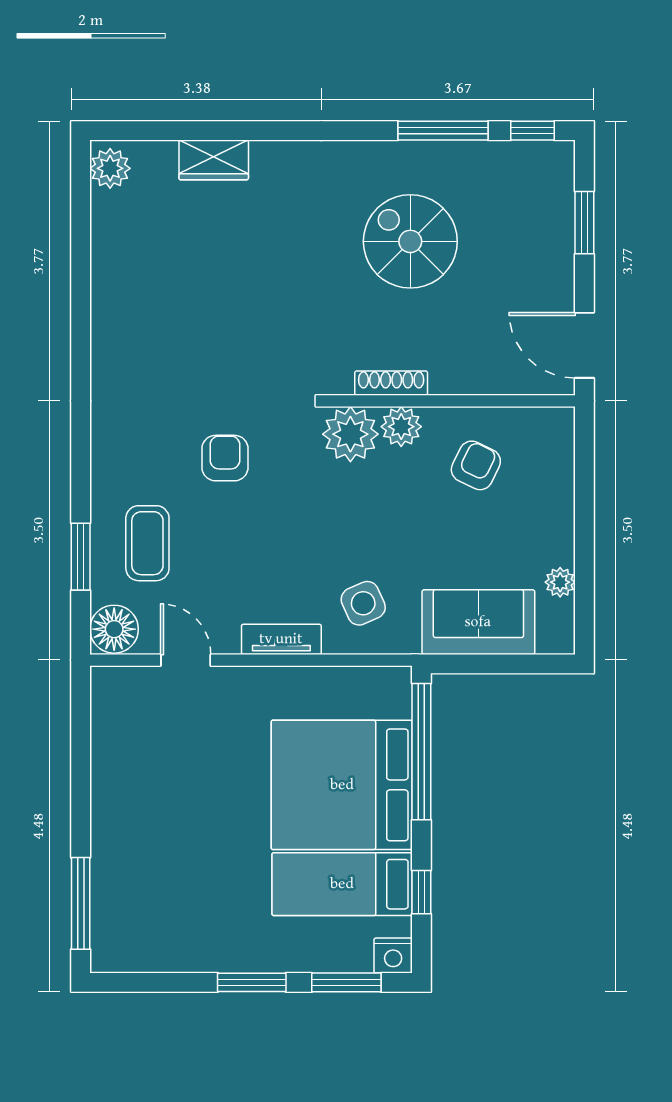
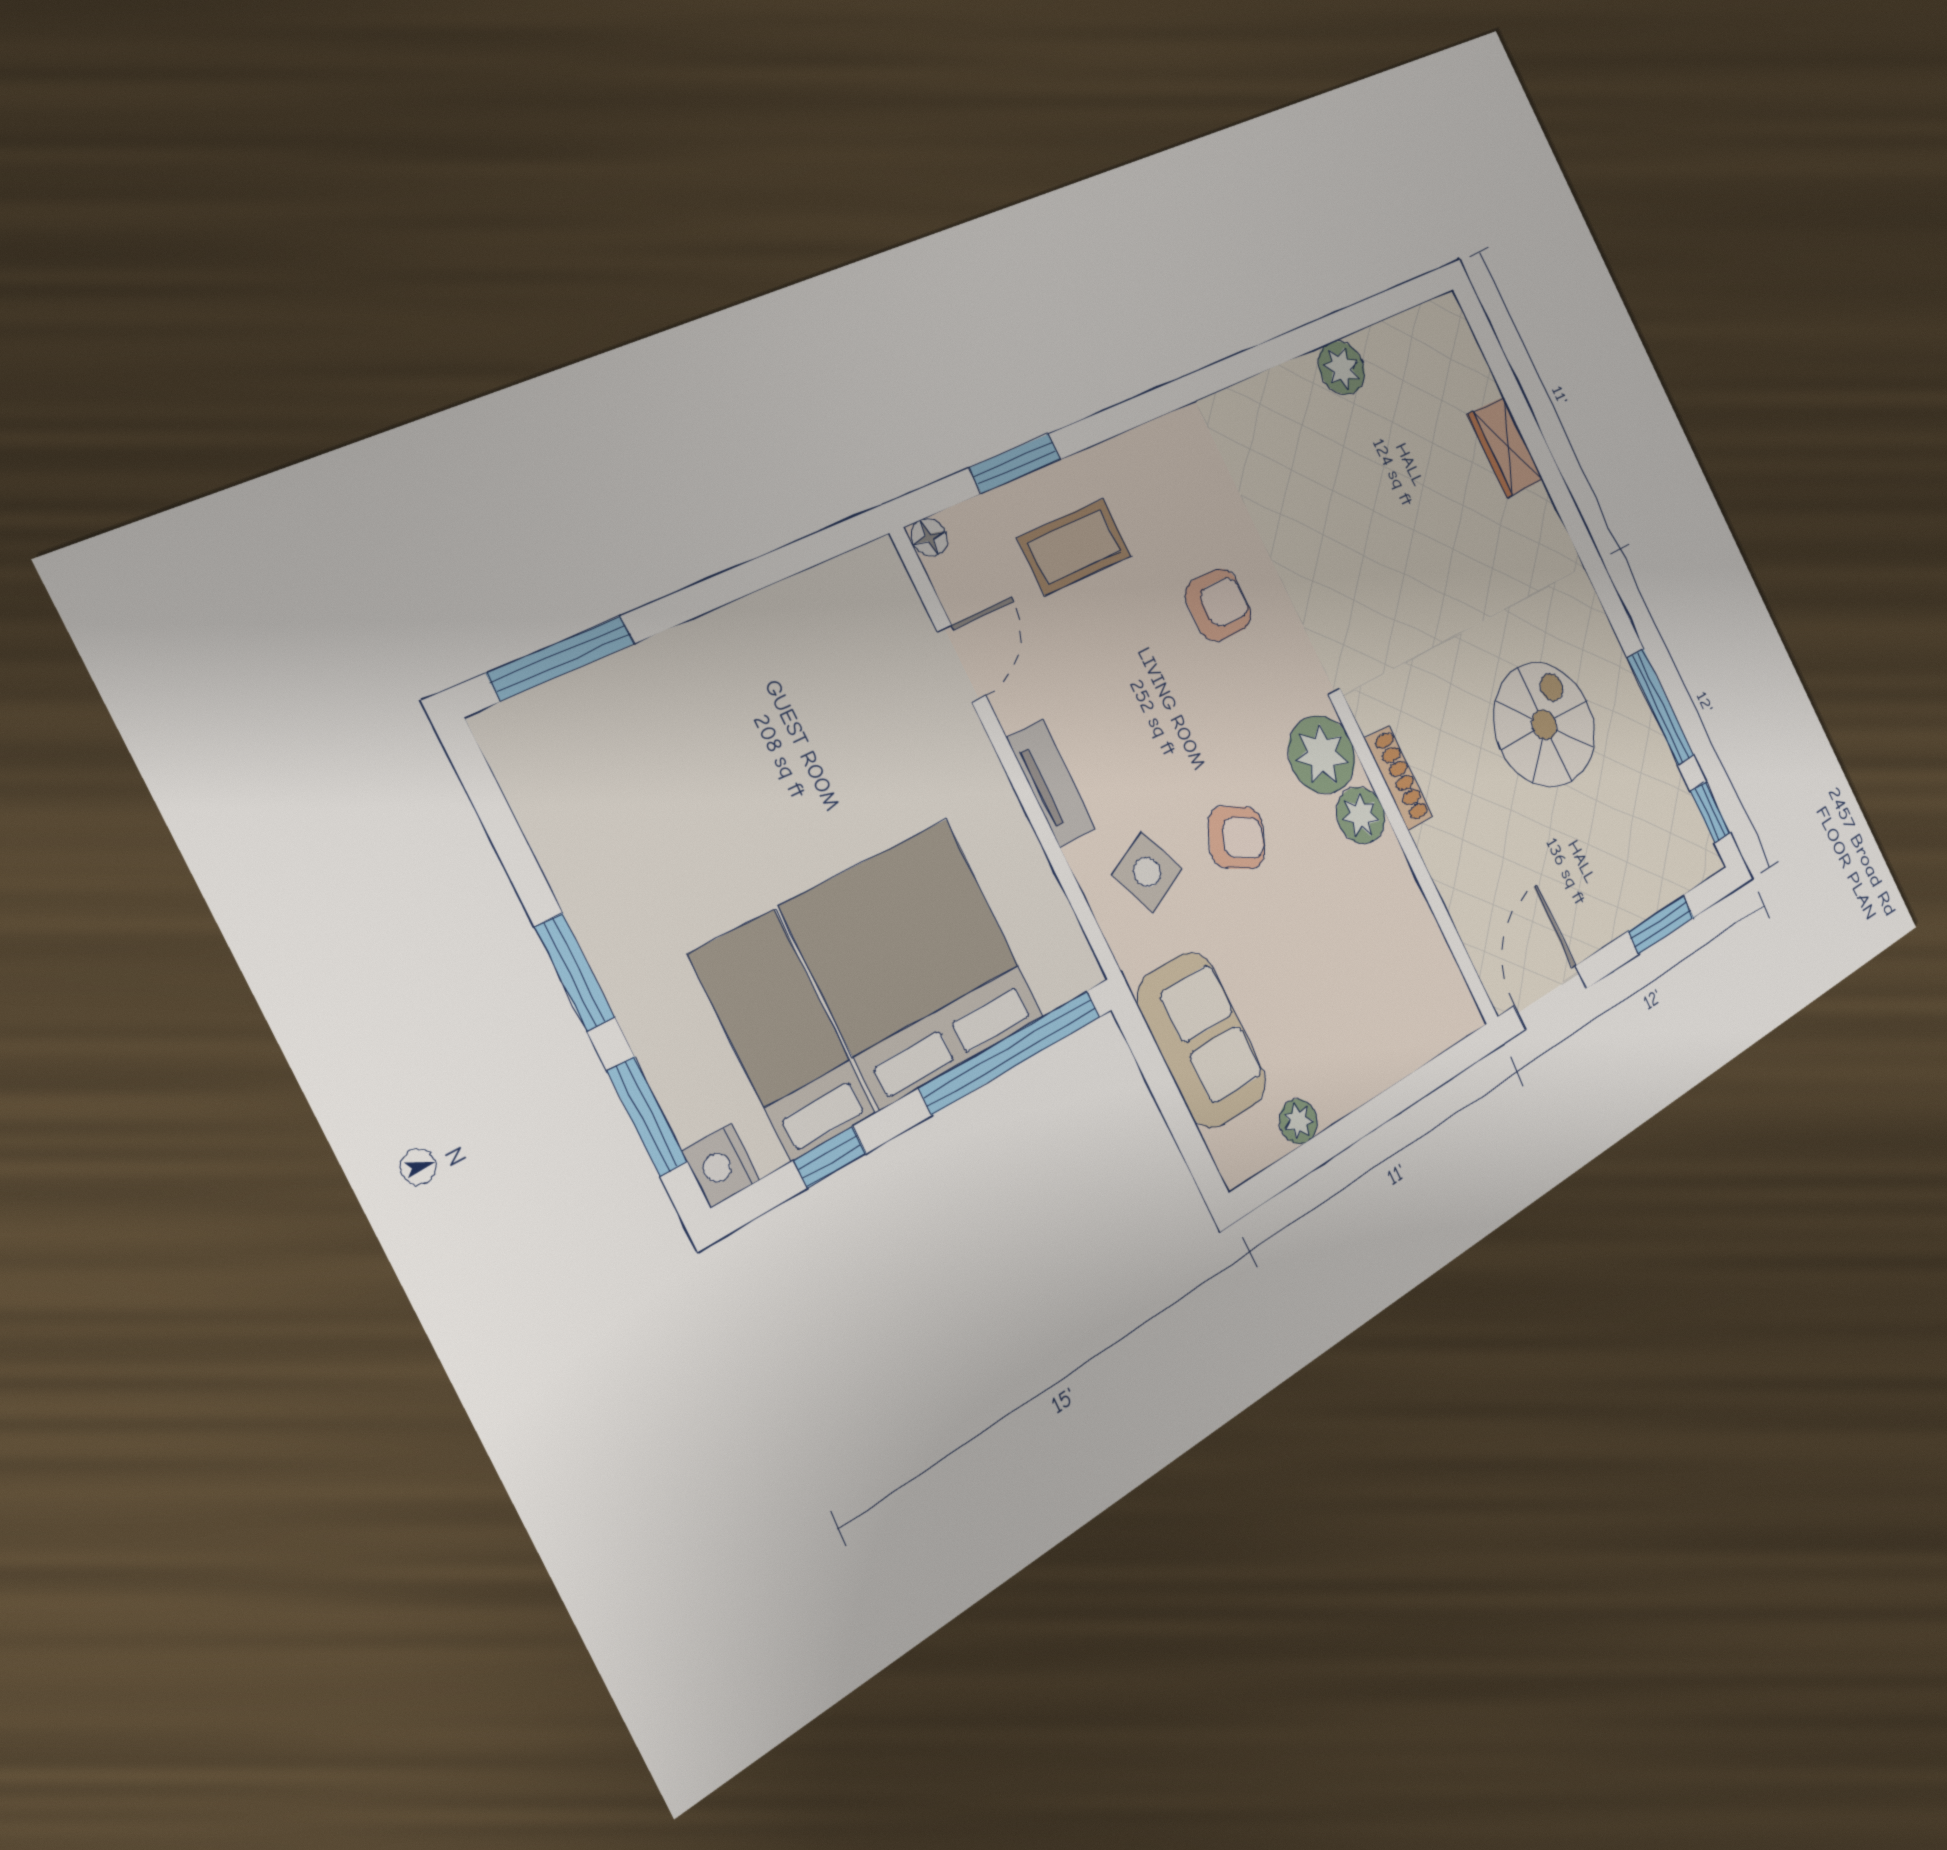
plant: (110, 168) -> (1342, 368), moved
armchair: (476, 465) -> (1237, 838), moved
floor lamp: (114, 629) -> (929, 537), width x0.53, depth x0.53

